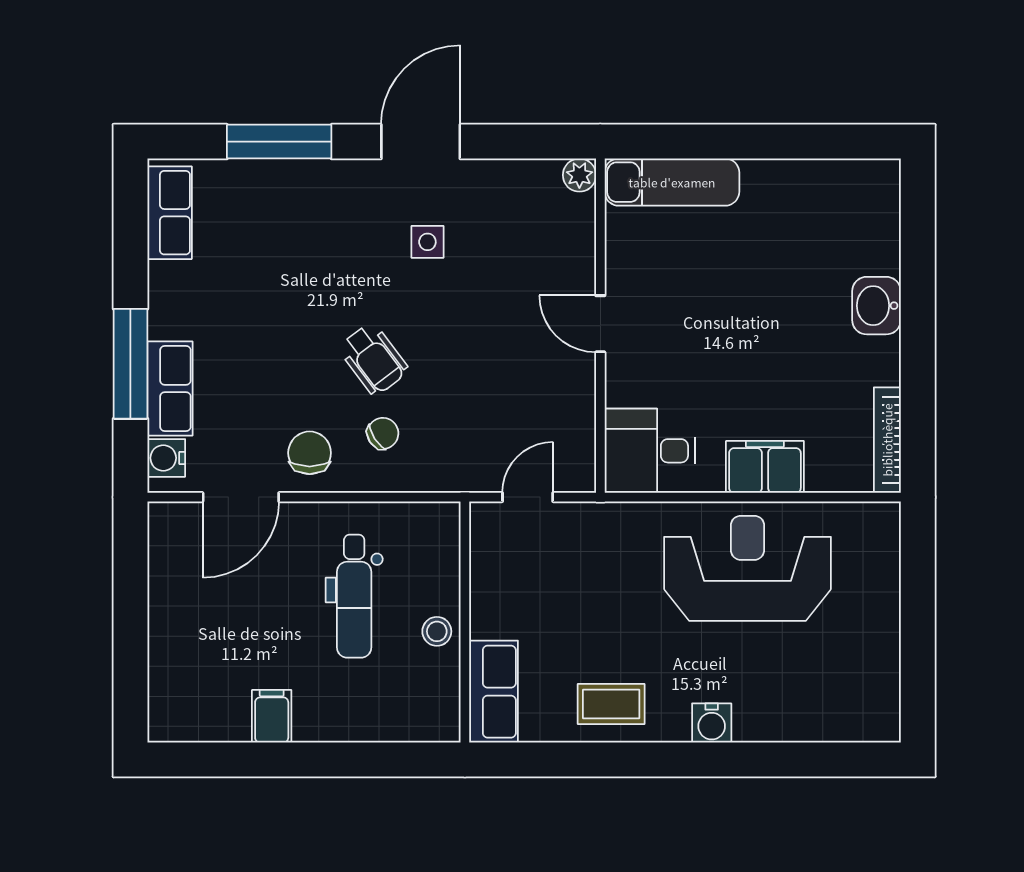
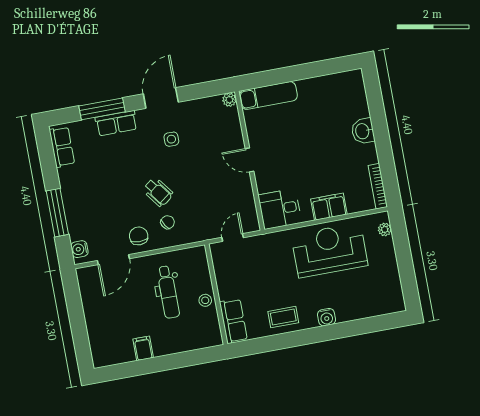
row of seats: (170, 388) -> (116, 123), moved, turned 90
plant: (885, 544) -> (385, 229), added

